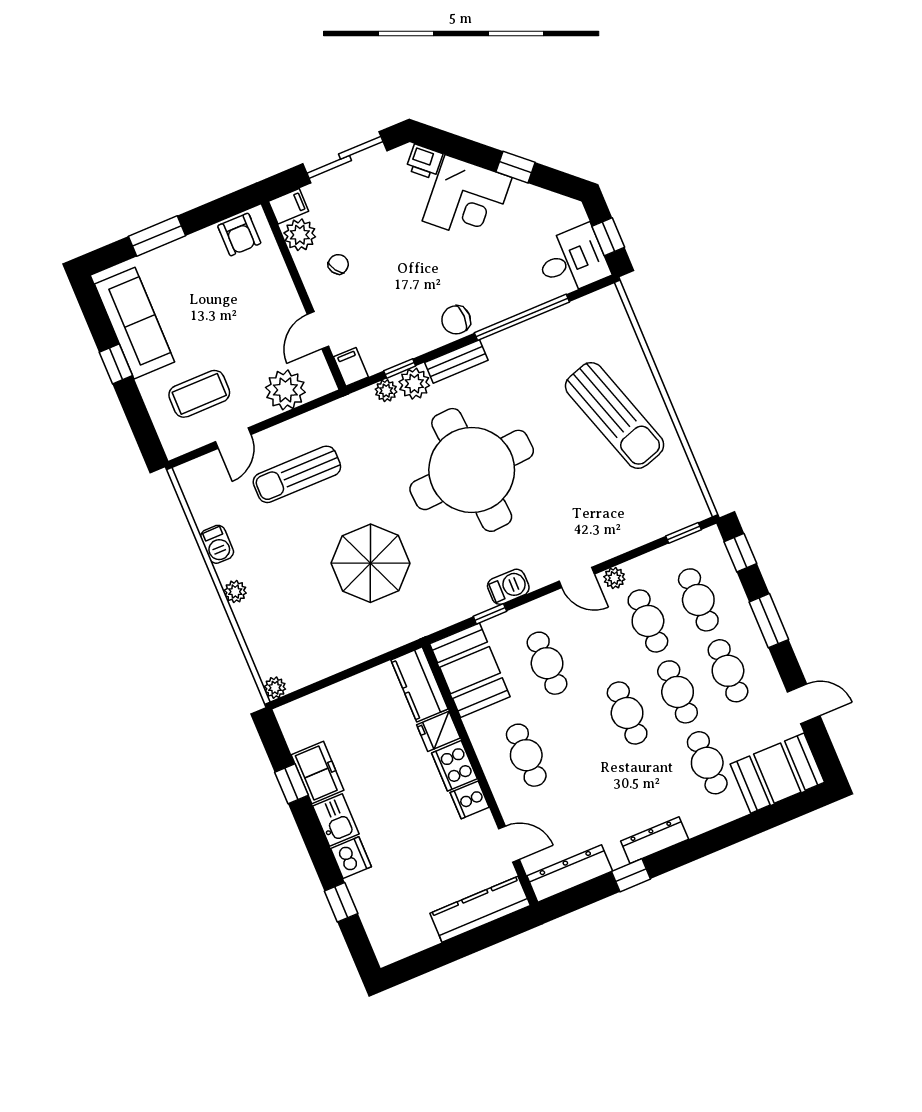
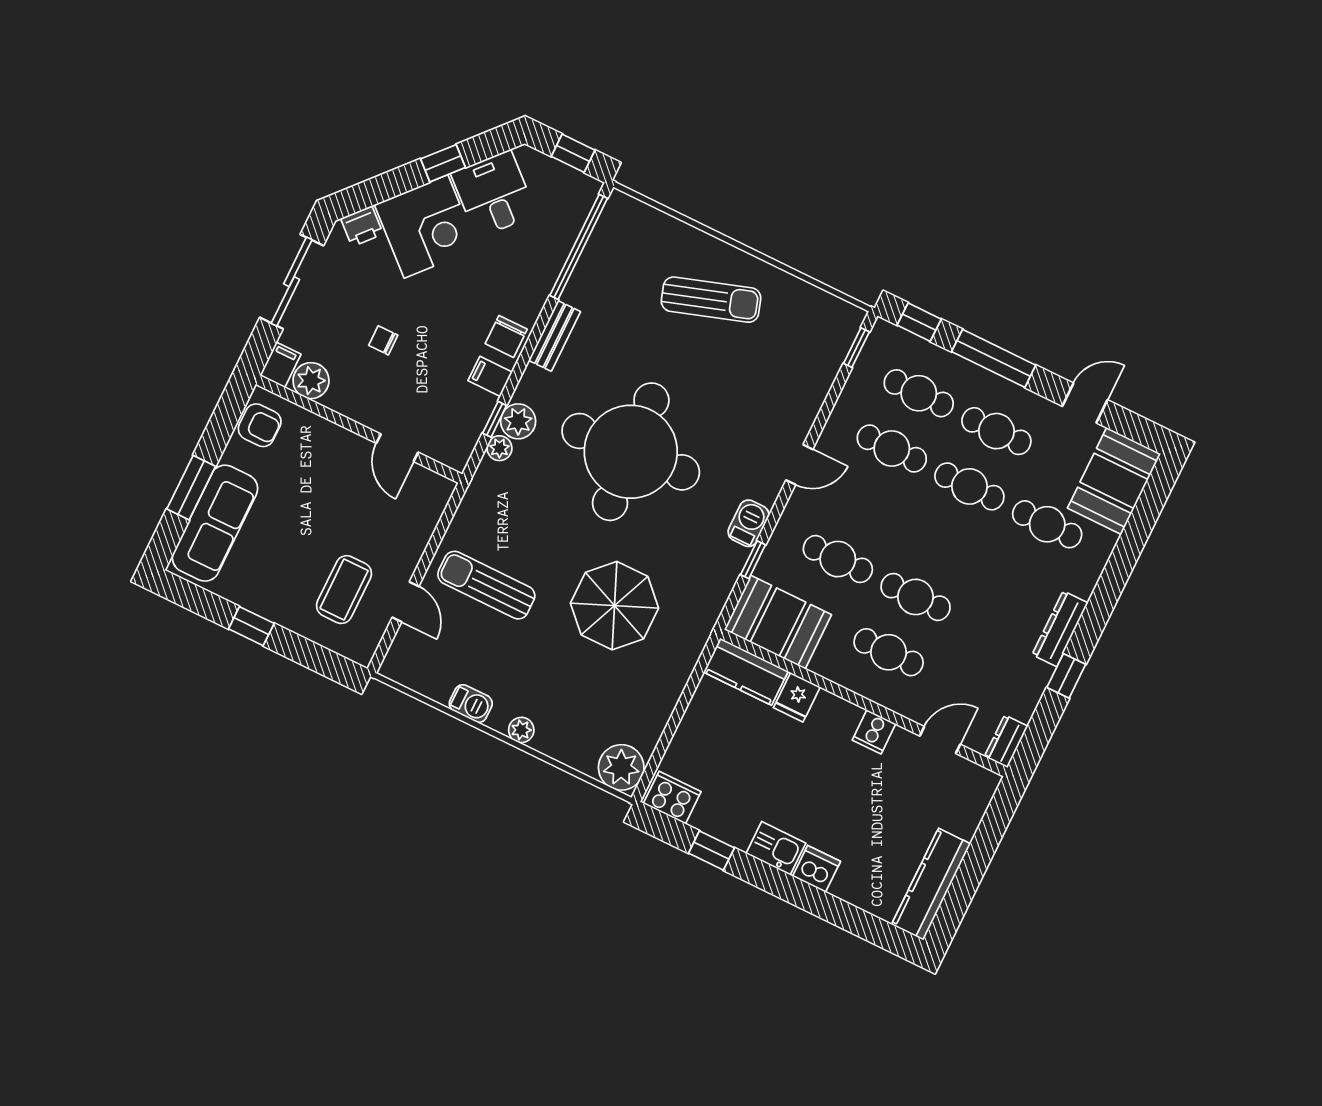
desk: (572, 260) -> (494, 194), moved, turned -48
chair: (338, 264) -> (383, 340), moved, turned -56
window: (522, 317) -> (579, 247), moved
sofa: (135, 323) -> (215, 523), moved, turned 90
bench: (456, 361) -> (555, 336), moved
filing cabinet: (351, 367) -> (490, 376), moved
plant: (285, 390) -> (414, 522), removed
sun lounger: (615, 415) -> (711, 300), width x0.73, depth x0.75
sun lounger: (297, 474) -> (486, 585), turned 90
plant: (614, 578) -> (831, 437), removed
window: (769, 621) -> (994, 358), width x1.44
plant: (275, 688) -> (621, 767), width x1.87, depth x1.87
cafe table: (627, 713) -> (916, 597), moved
cooker: (454, 766) -> (672, 798), moved, turned 180
freezer: (318, 772) -> (725, 822), removed
dresser: (570, 873) -> (1006, 741), width x0.51, depth x0.80
window: (341, 902) -> (841, 914), removed
kitchen counter: (480, 909) -> (931, 884), moved

